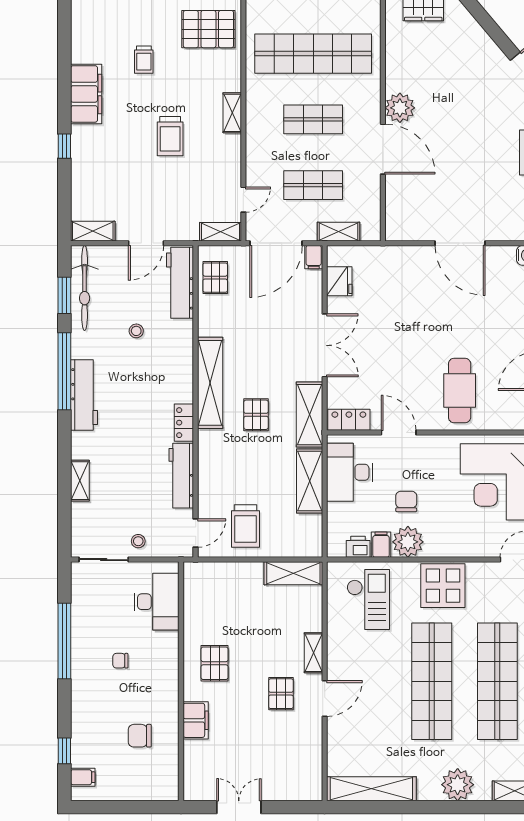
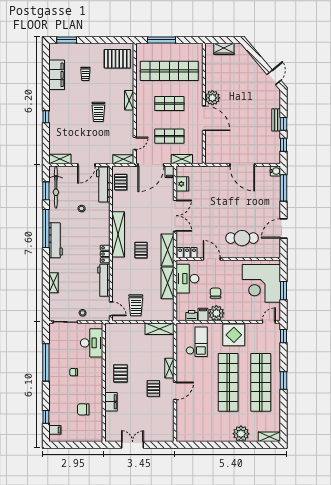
filing cabinet: (86, 94) -> (57, 75), moved
cafe table: (460, 391) -> (242, 238), turned 90
door: (196, 533) -> (111, 309), hinge flipped
shelving: (371, 789) -> (198, 436), removed

